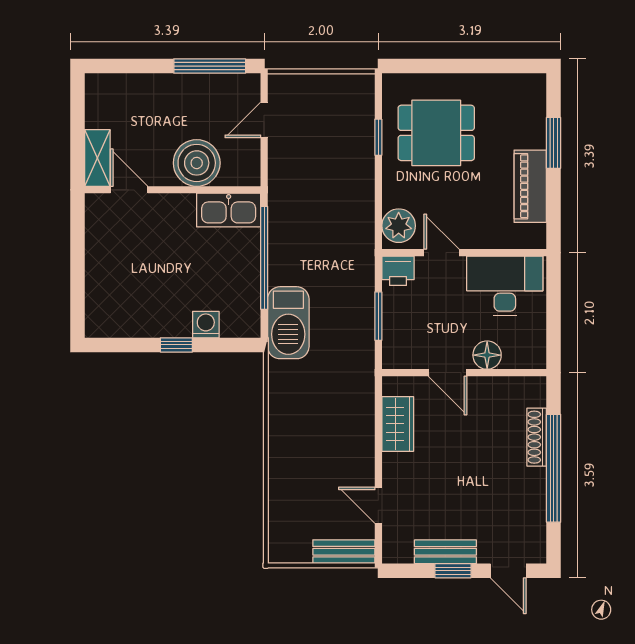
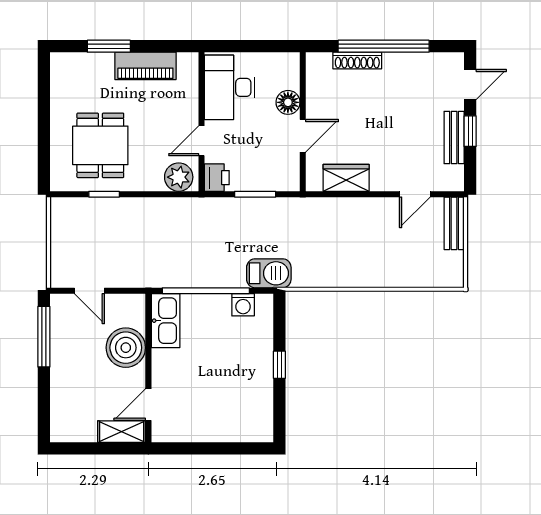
barbecue: (288, 323) -> (269, 273), width x0.73, depth x0.83
washing machine: (206, 325) -> (243, 305), moved, turned -90

